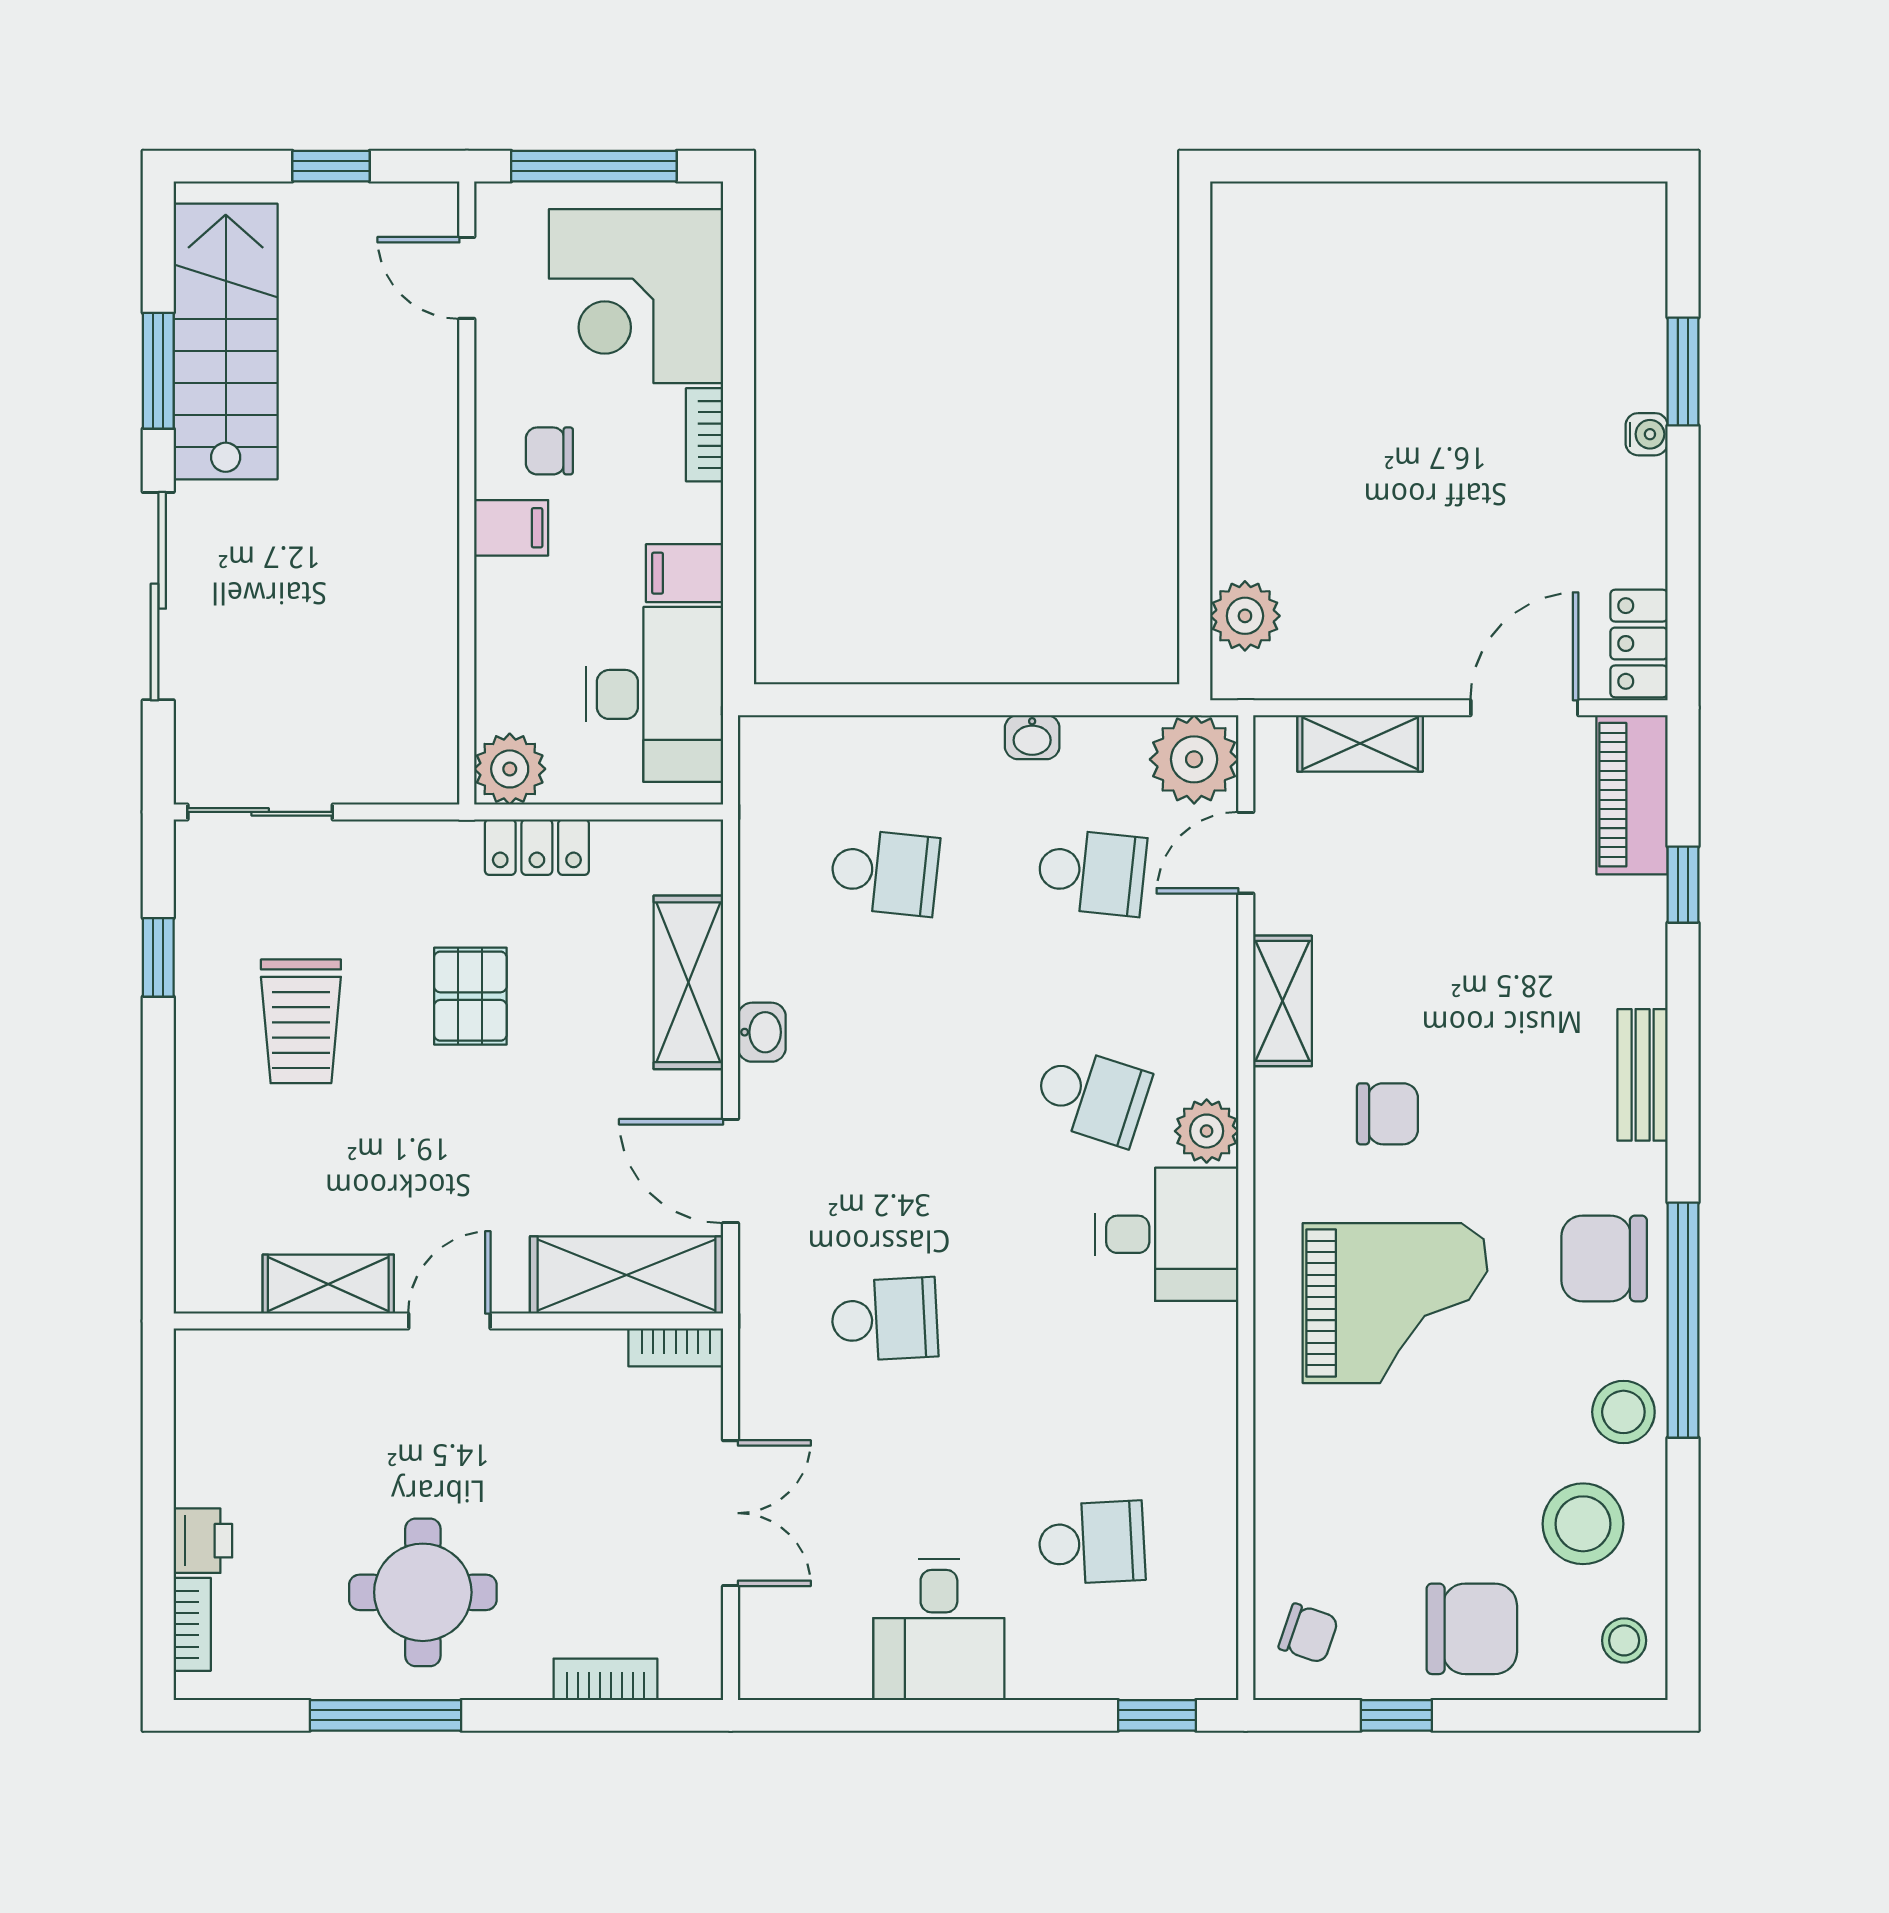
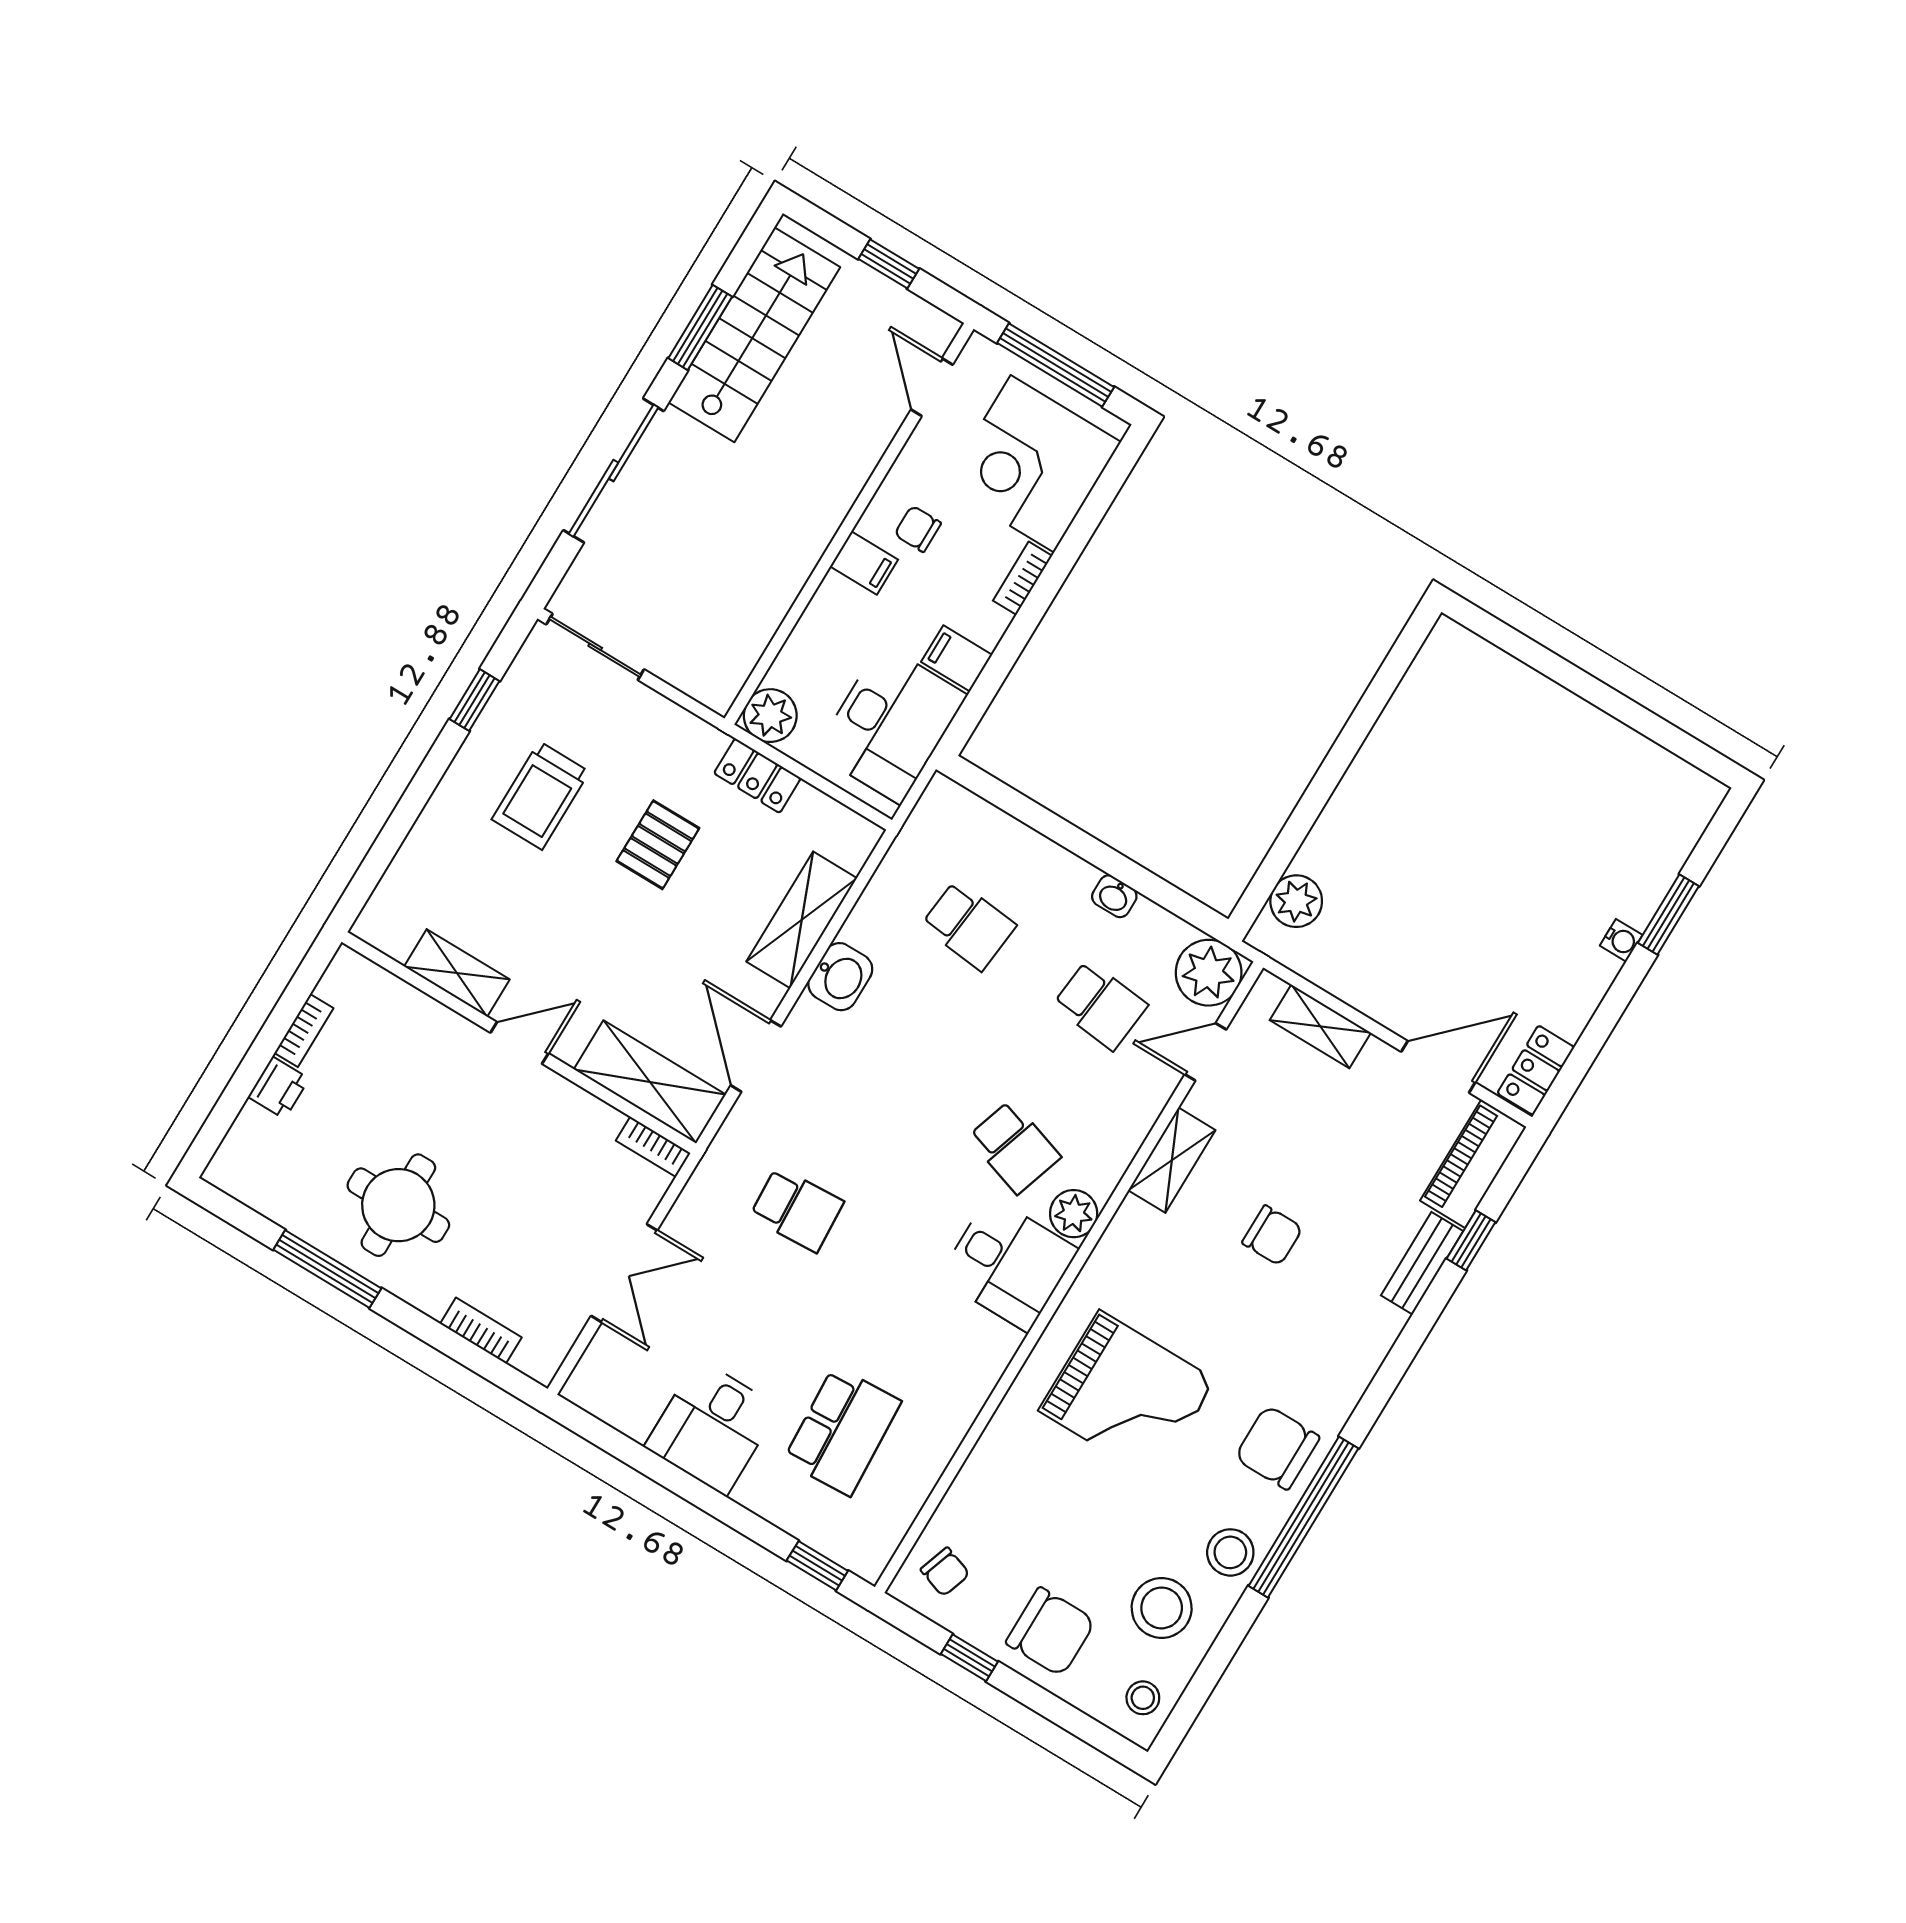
washbasin: (762, 1032) -> (840, 977), width x1.38, depth x1.45
bench: (1643, 1075) -> (1422, 1263), moved
chair: (1387, 1114) -> (1272, 1235), moved
school desk: (1092, 1543) -> (842, 1431), width x1.85
bookcase: (192, 1624) -> (304, 1031), moved

